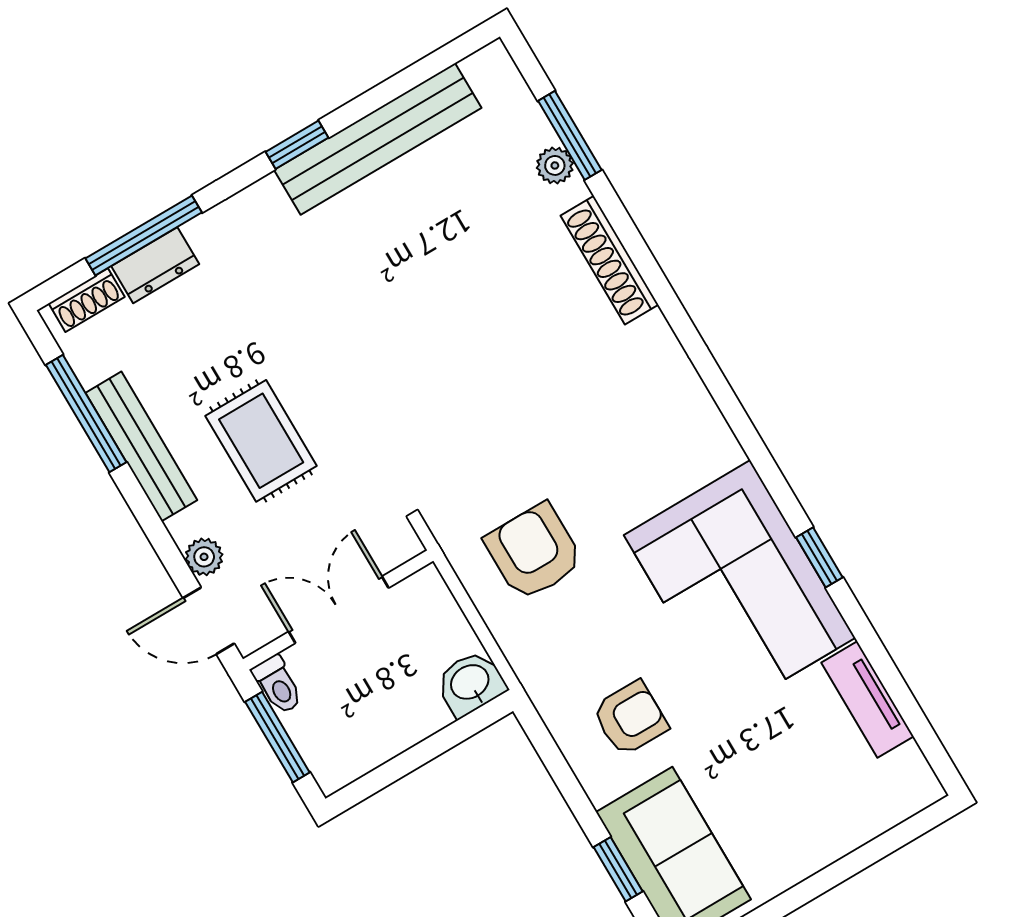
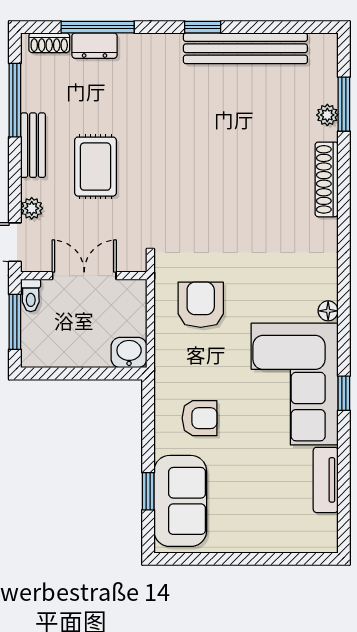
bench: (141, 446) -> (33, 145), width x0.73
floor lamp: (725, 451) -> (328, 311), added

